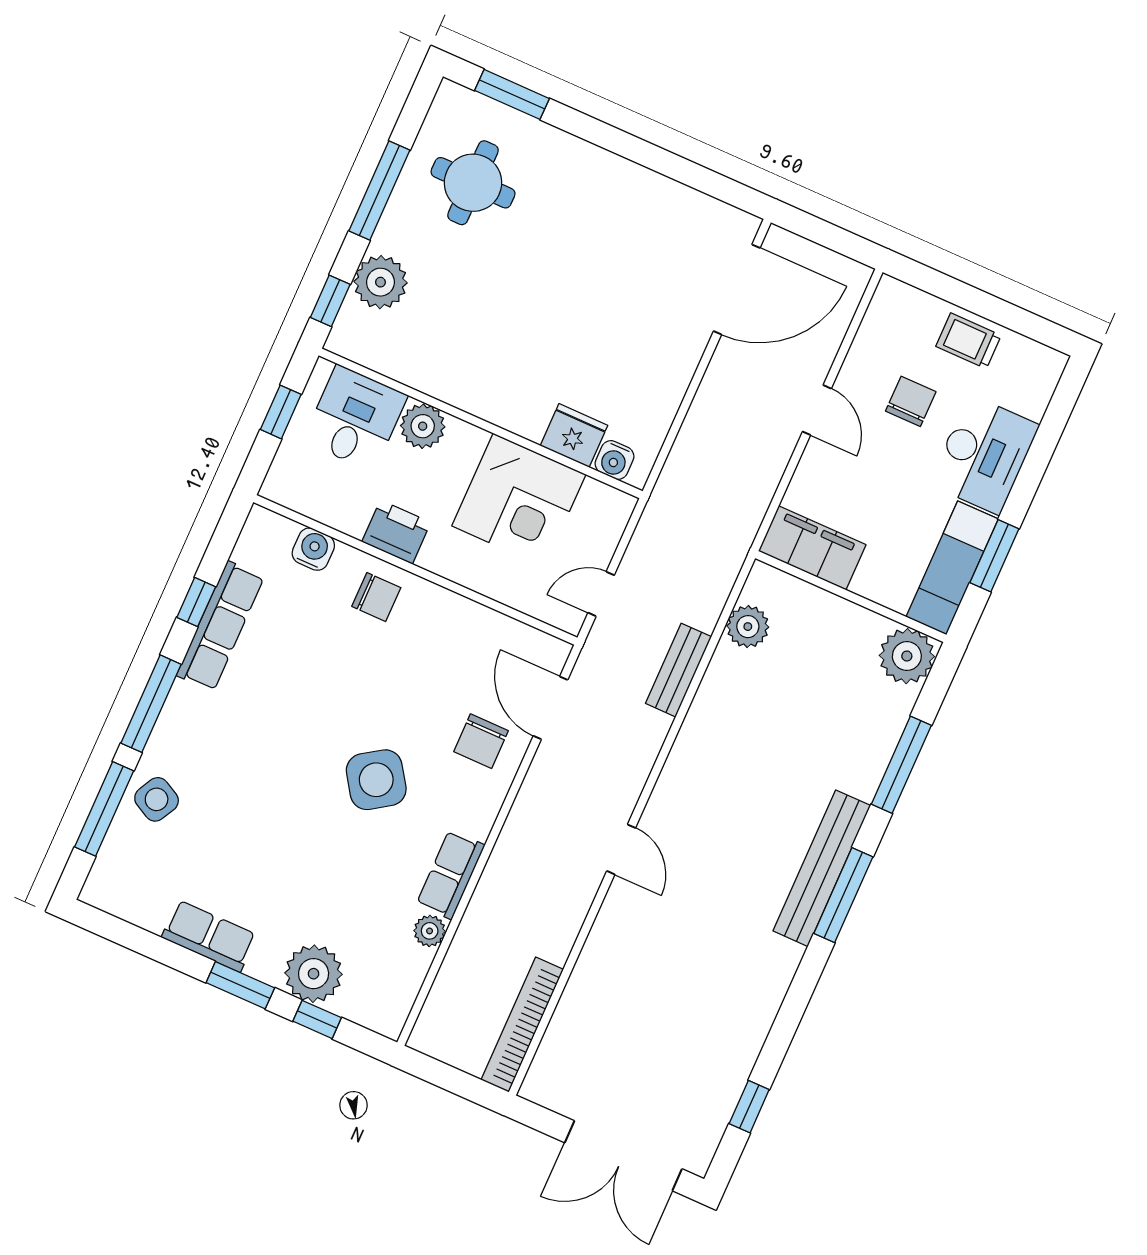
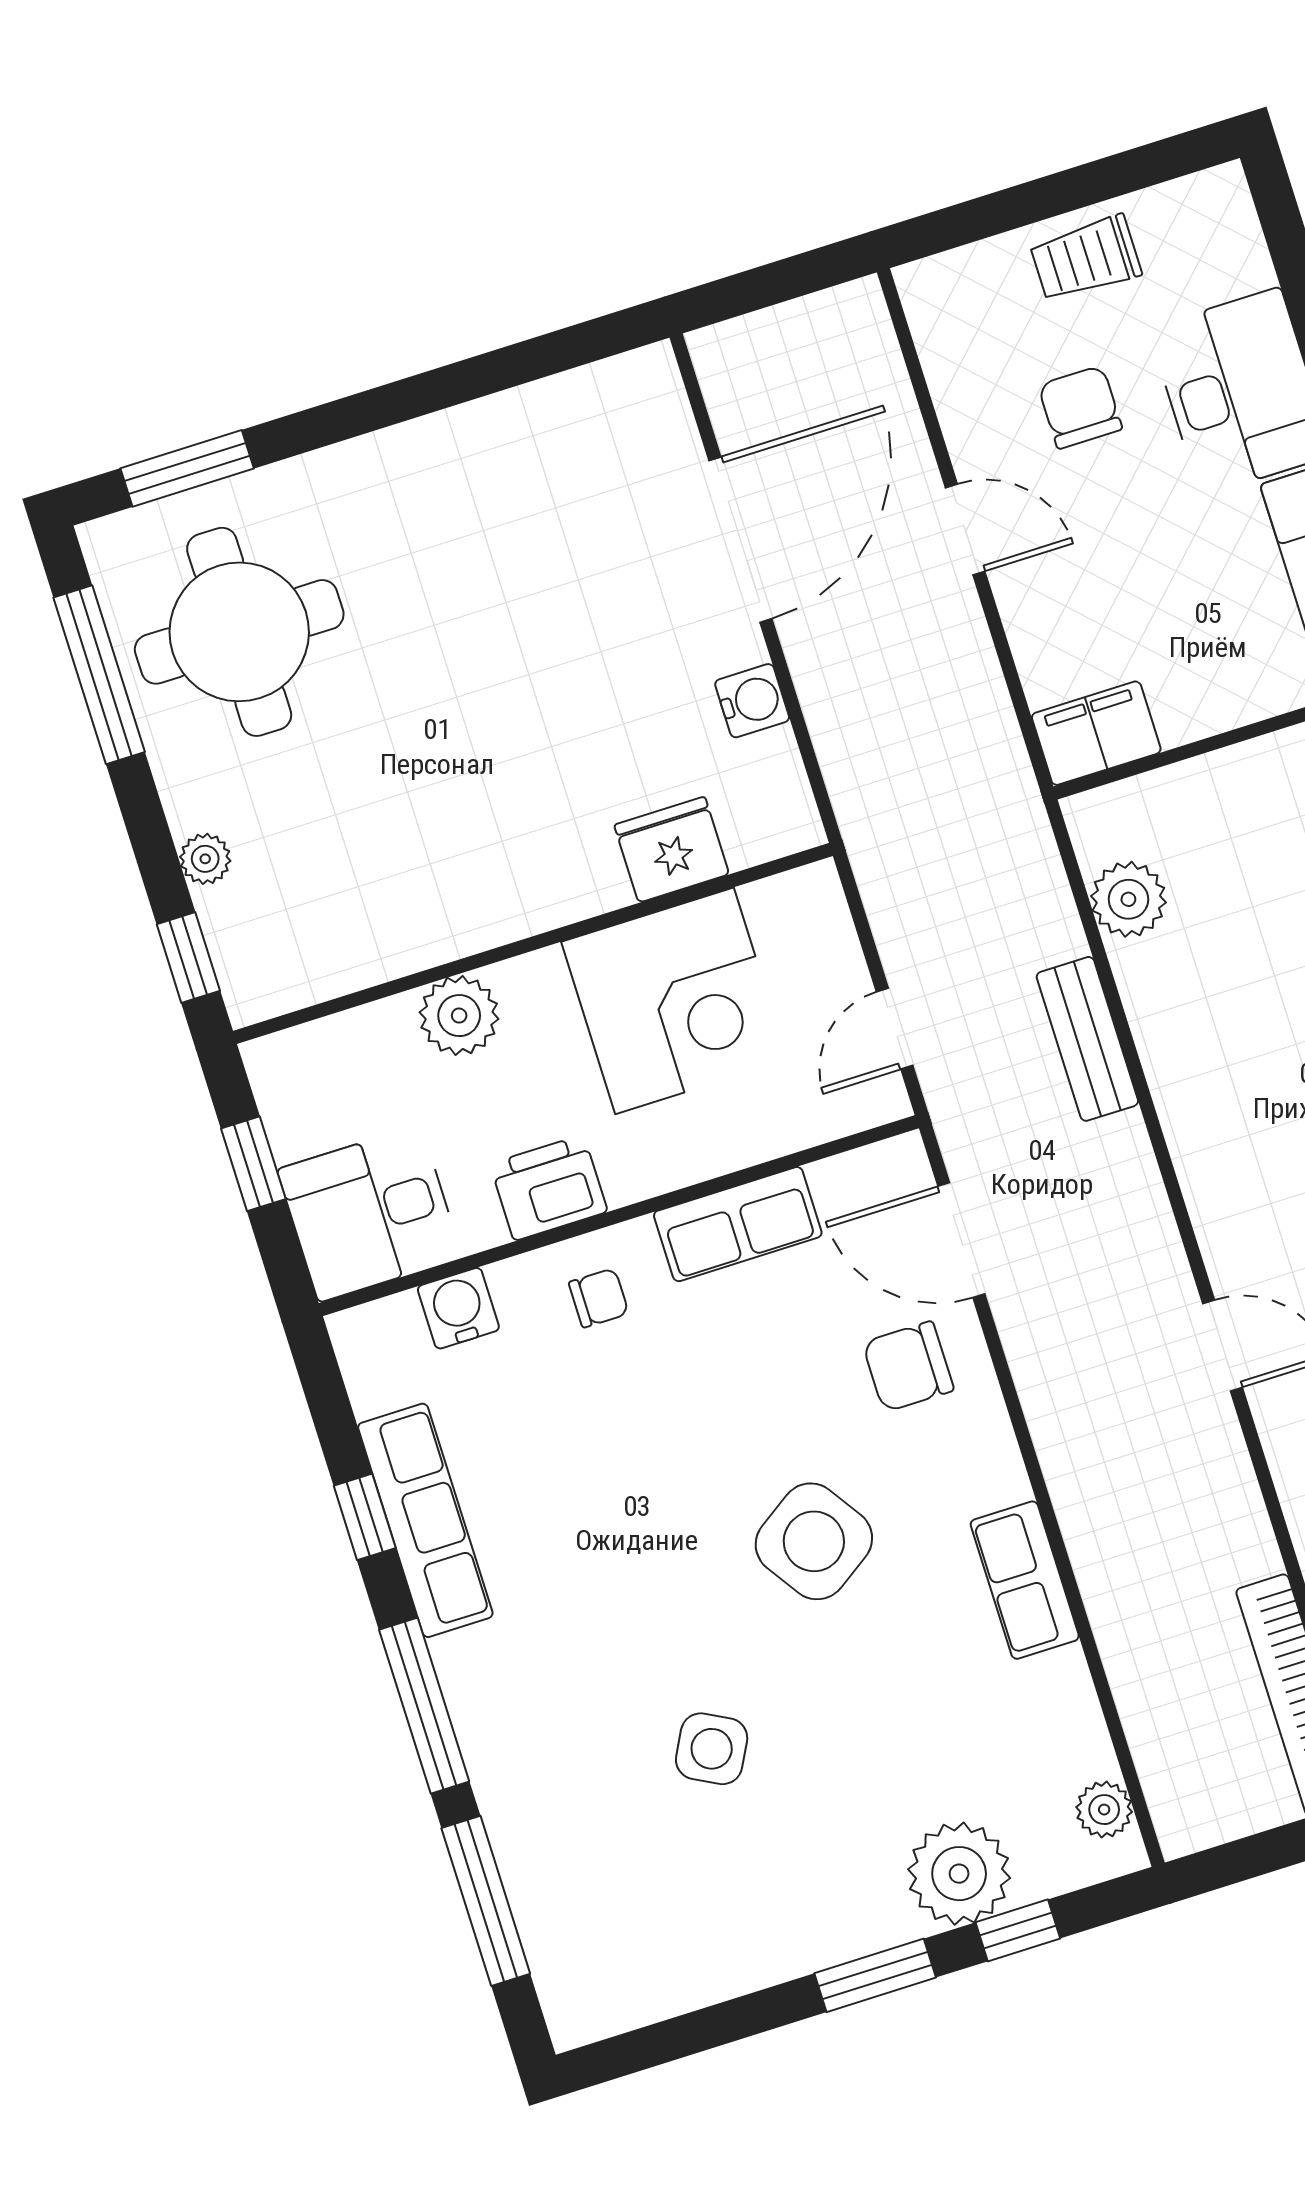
round table: (473, 183) -> (239, 632), width x1.36, depth x1.36
window: (379, 191) -> (99, 675), moved
plant: (380, 282) -> (205, 859), width x0.53, depth x0.53
door: (737, 289) -> (740, 540), moved
desk: (355, 418) -> (370, 1213), moved, turned -90
water cooler: (615, 460) -> (752, 701), moved, turned -90
filing cabinet: (812, 548) -> (1096, 733), width x0.67, depth x0.86
chair: (376, 597) -> (599, 1298), width x0.73, depth x0.73
chair: (481, 741) -> (908, 1366), turned 90
side table: (157, 799) -> (712, 1749), moved
plant: (430, 931) -> (1104, 1810), moved
row of seats: (209, 936) -> (738, 1224), moved, turned 180

